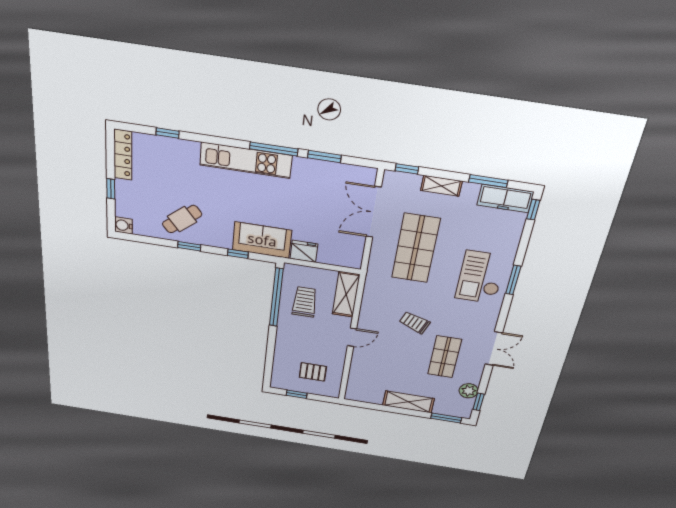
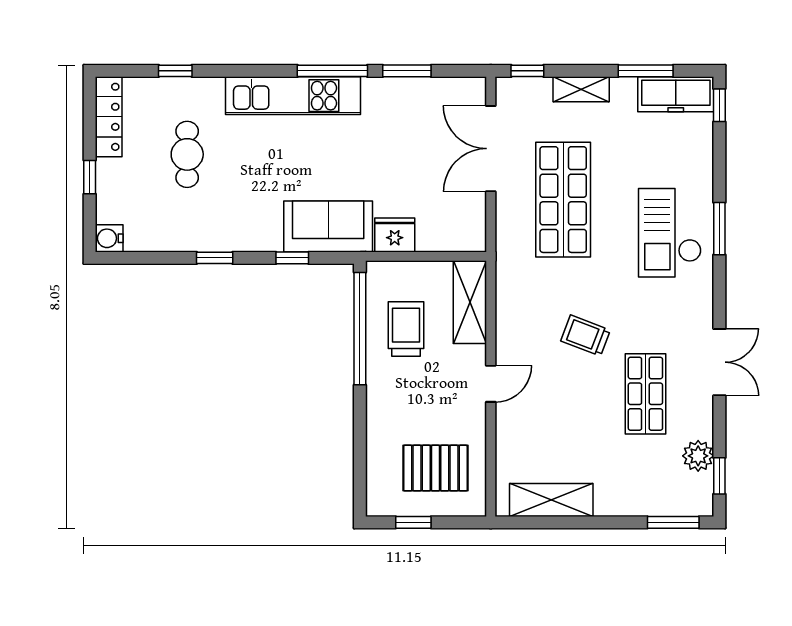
cafe table: (182, 219) -> (187, 154), moved, turned -50
pallet: (313, 372) -> (435, 468), width x1.50, depth x1.42
shelving: (408, 402) -> (551, 500), moved

